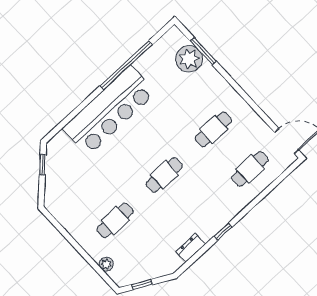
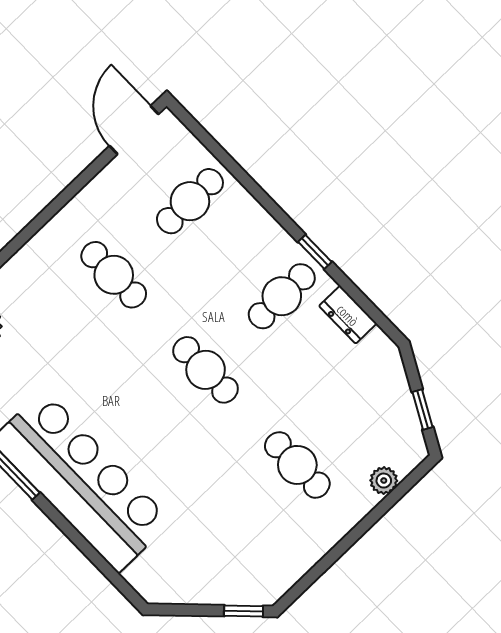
window: (43, 165) -> (244, 611), moved
cafe table: (250, 169) -> (190, 201), turned 90
cafe table: (201, 214) -> (282, 296), added

